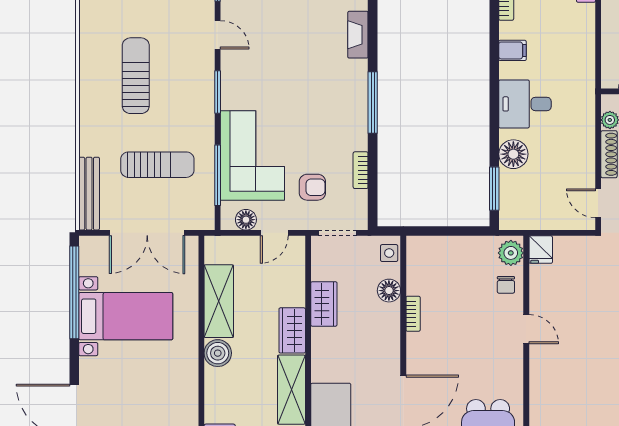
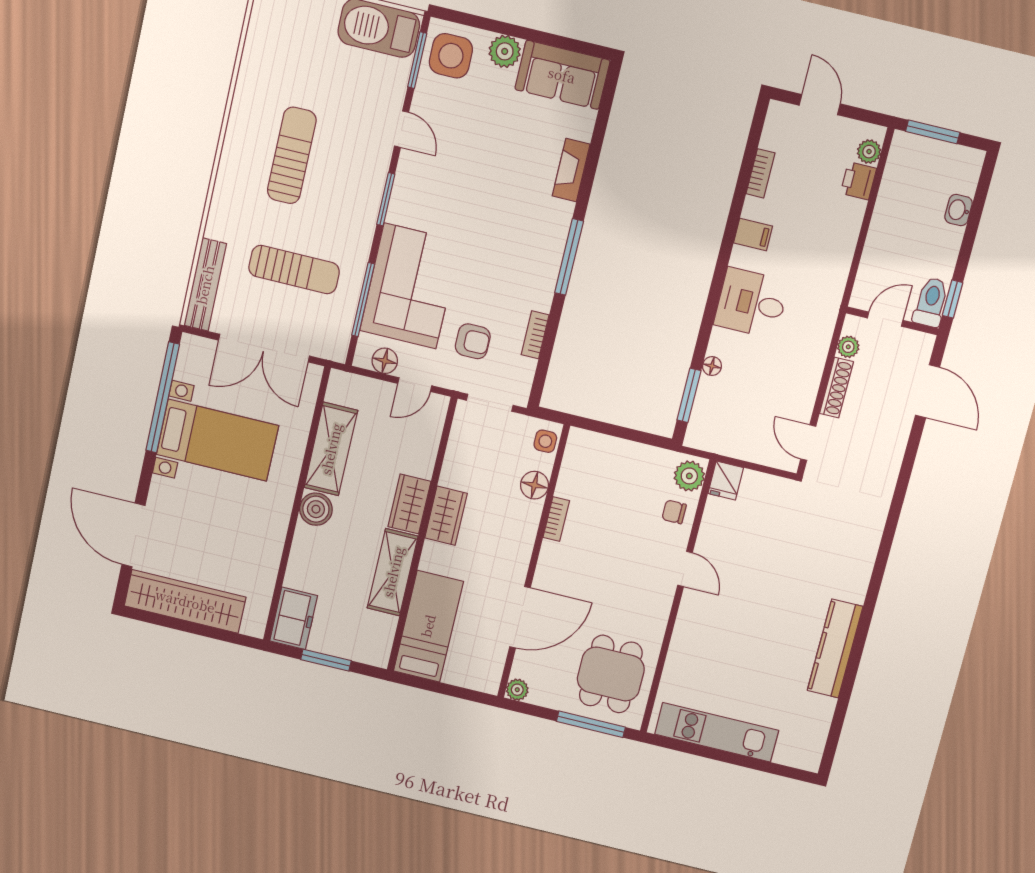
floor lamp: (513, 154) -> (712, 366), width x0.53, depth x0.53
chair: (506, 285) -> (674, 512), turned 90
wardrobe: (324, 304) -> (446, 516), moved

